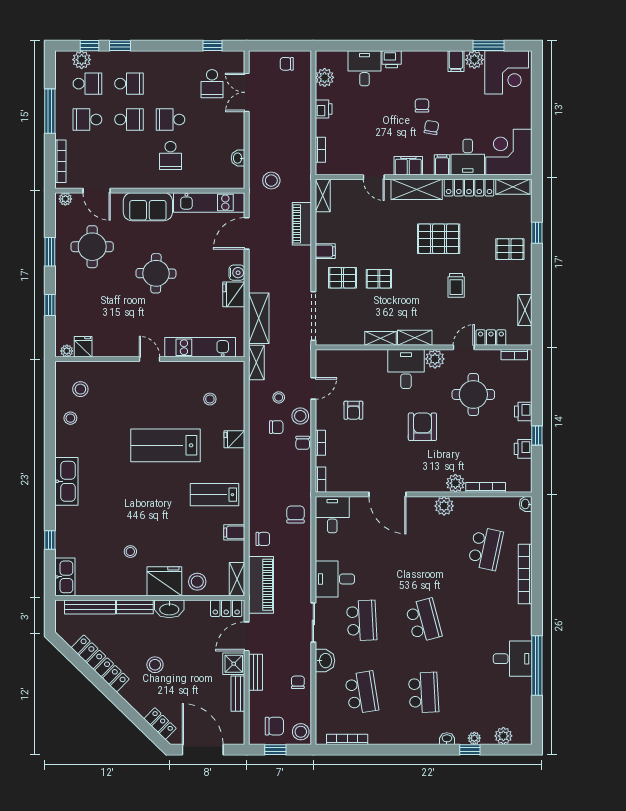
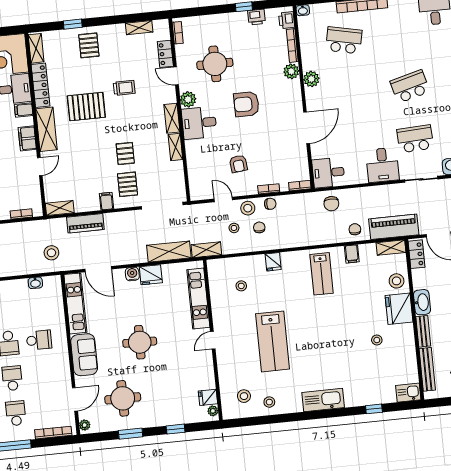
school desk: (87, 120) -> (16, 413), turned 180
pallet: (439, 239) -> (86, 107), turned 90
armchair: (353, 410) -> (238, 164), turned 84
printer: (523, 412) -> (287, 20), moved, turned 90
lab bench: (165, 445) -> (273, 341), moved
chair: (295, 514) -> (331, 204), turned -90
kitchen sink: (65, 577) -> (408, 393), width x0.73

